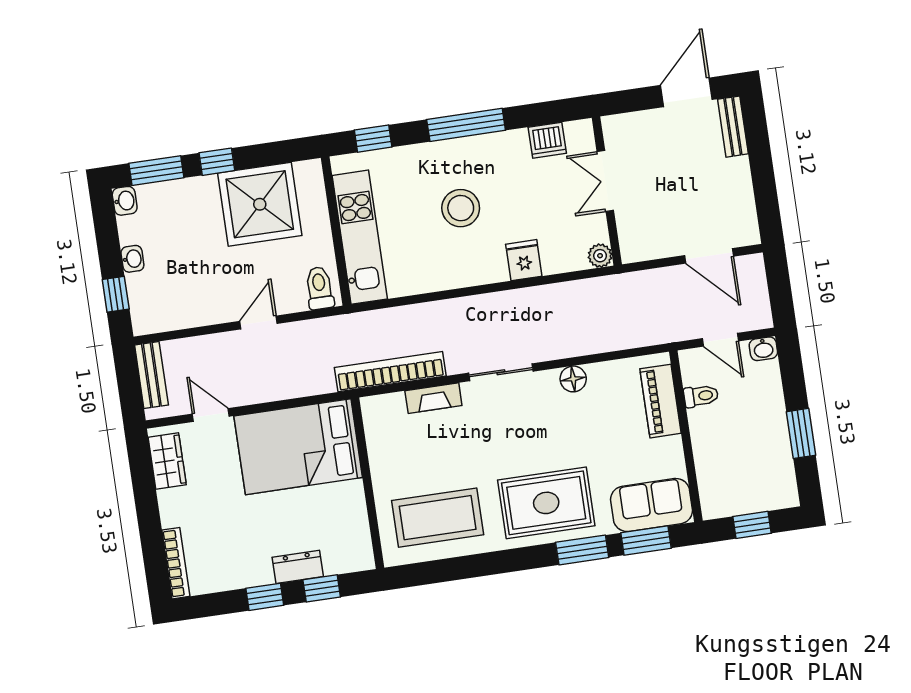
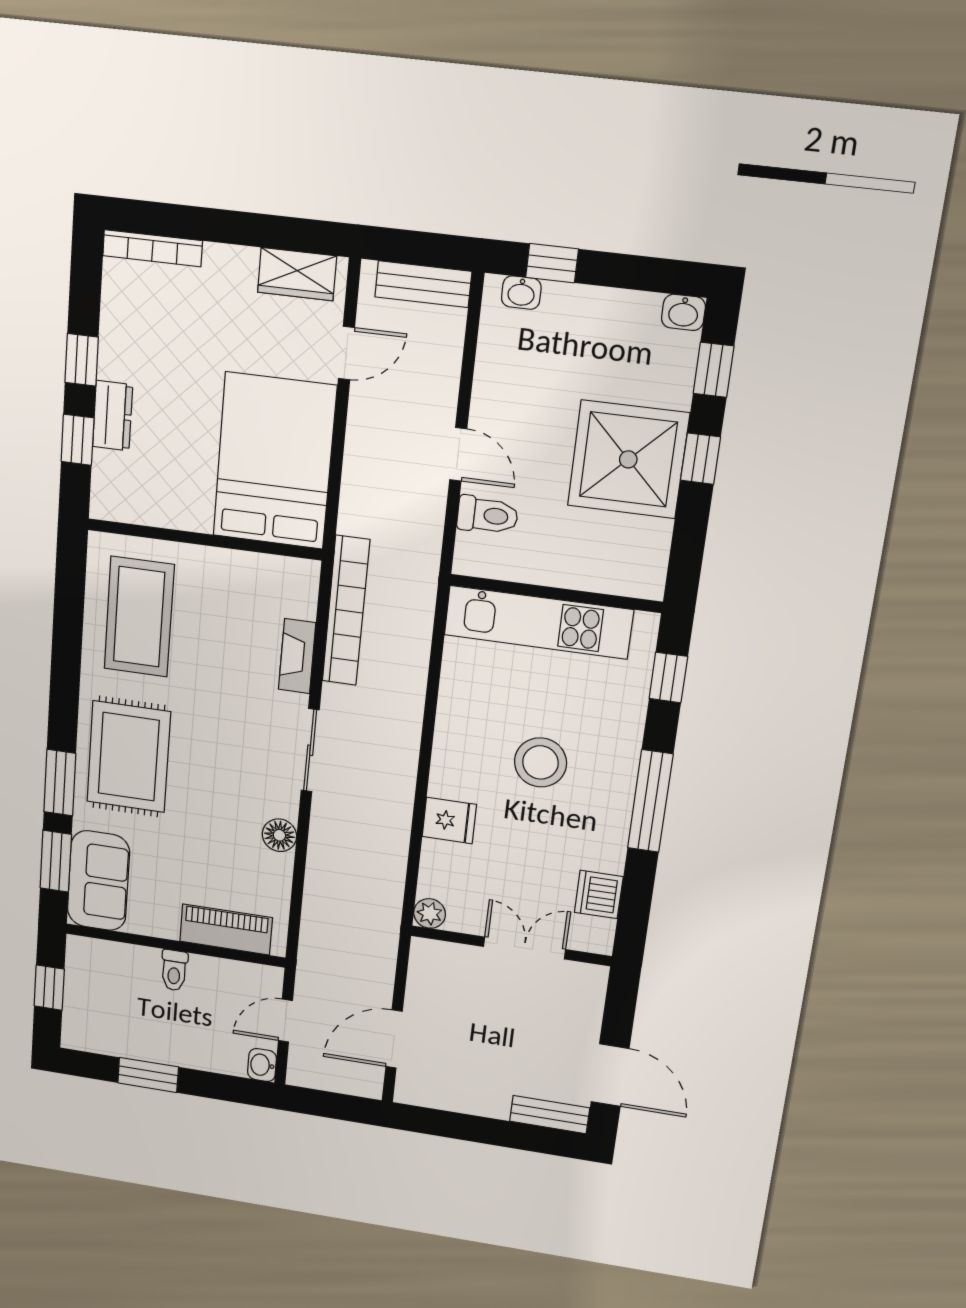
window: (156, 171) -> (714, 370), width x0.67
shower: (260, 204) -> (628, 459), moved
washbasin: (132, 259) -> (521, 293), moved
toilet: (319, 288) -> (488, 515), moved
toilet: (701, 396) -> (174, 970), moved

